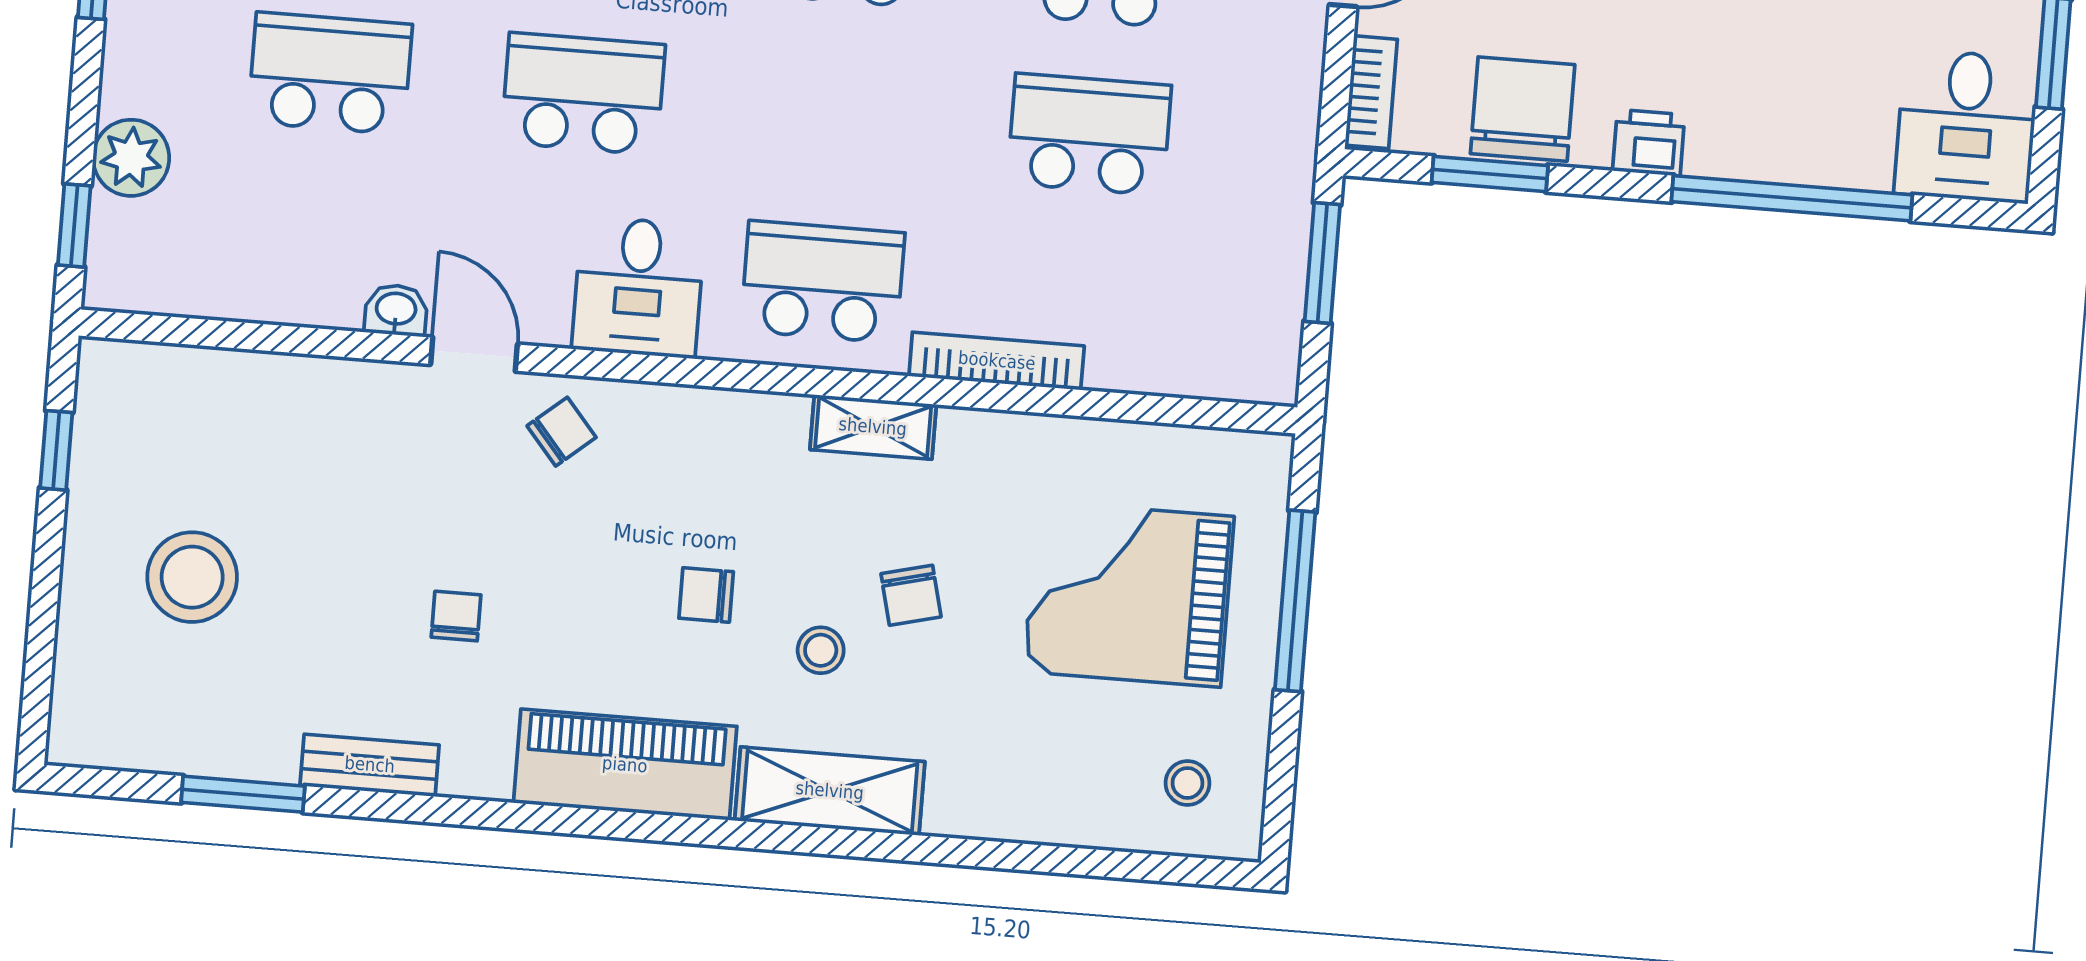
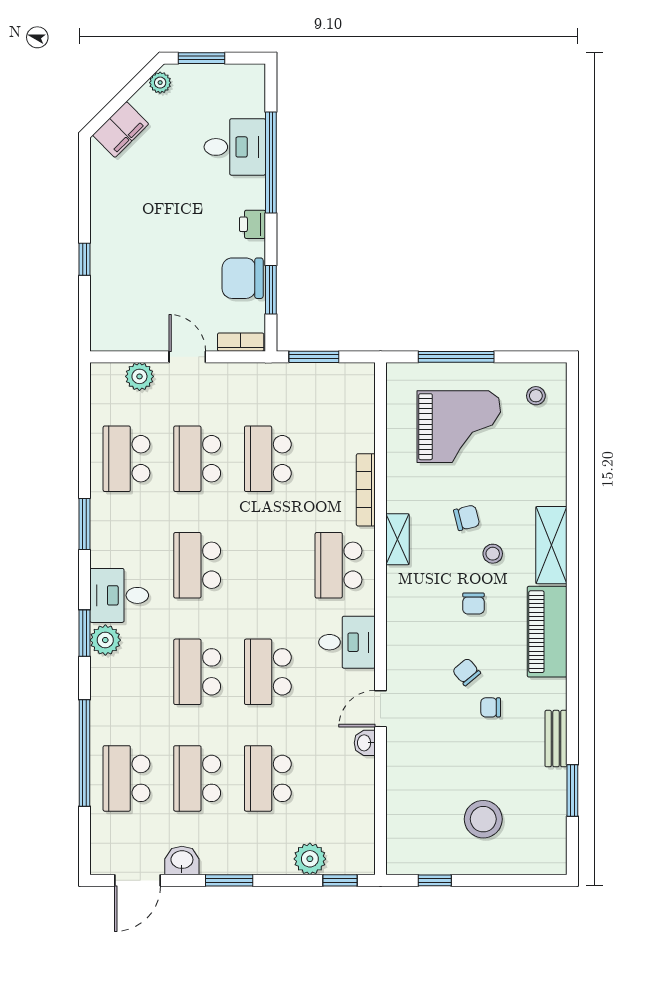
desk: (1966, 126) -> (235, 147), moved
chair: (562, 432) -> (466, 672), moved
grand piano: (1129, 594) -> (459, 427), turned -90

